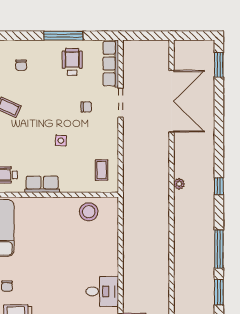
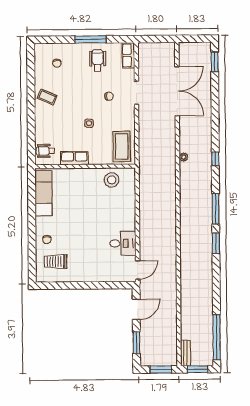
row of seats: (111, 64) -> (128, 55), width x0.68
coffee table: (102, 170) -> (122, 146), width x1.86, depth x1.72

